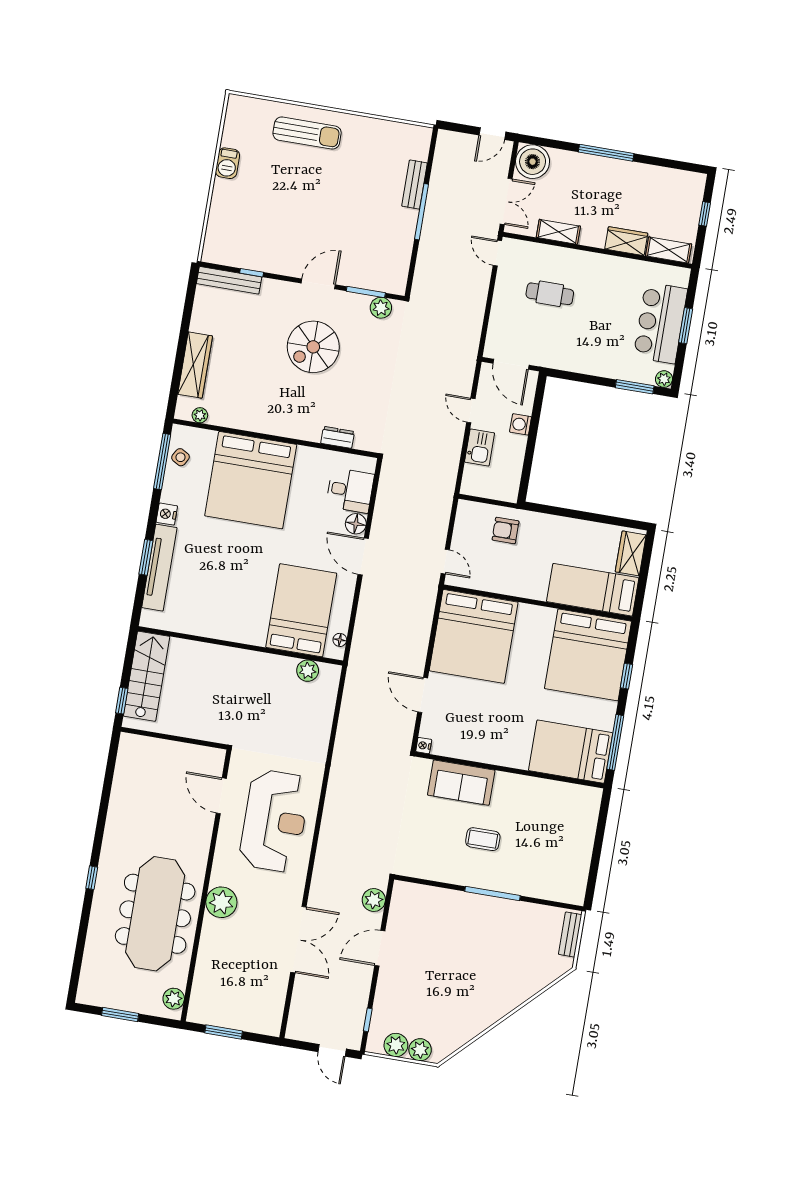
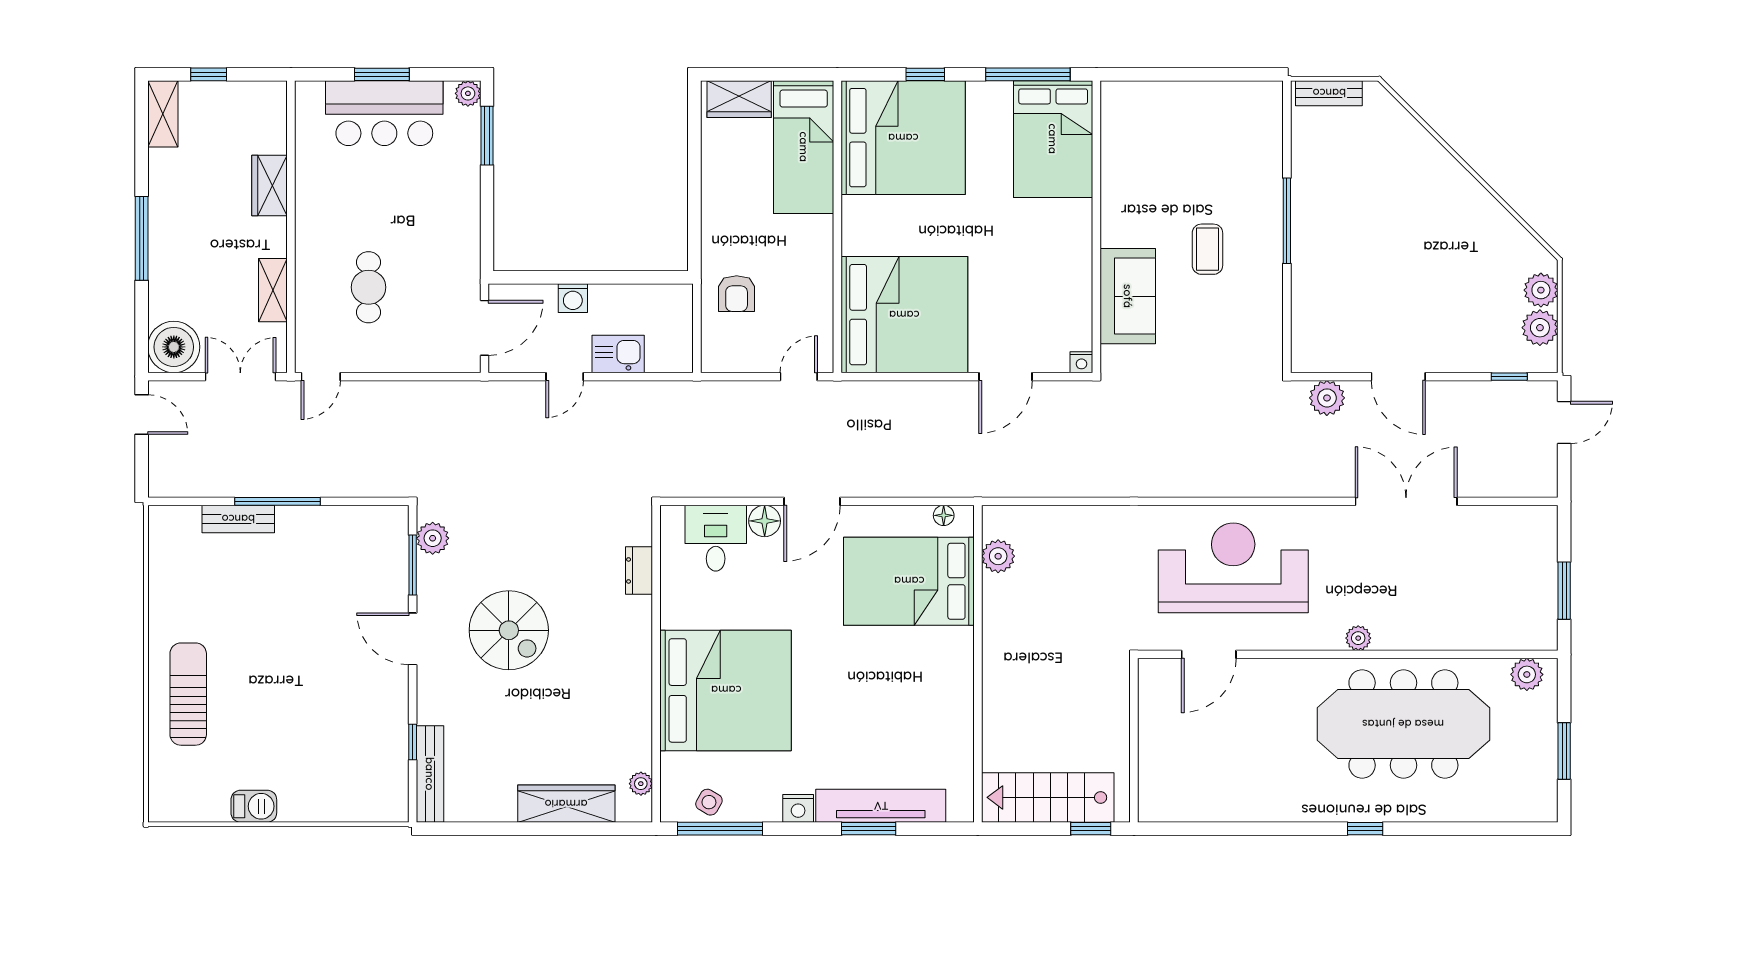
shelving: (669, 250) -> (163, 114), moved
plant: (221, 902) -> (1358, 638), width x0.53, depth x0.53

